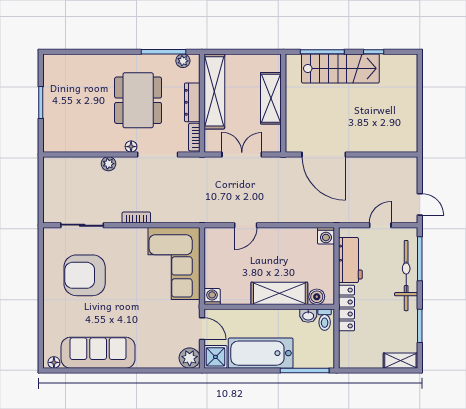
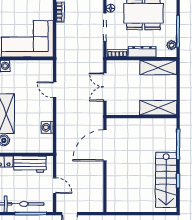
stairs: (340, 68) -> (166, 180), moved
shelving: (214, 91) -> (158, 67), width x0.68
shelving: (271, 98) -> (158, 108), moved
double door: (242, 154) -> (105, 87), swing flipped
washing machine: (326, 236) -> (47, 127), moved

